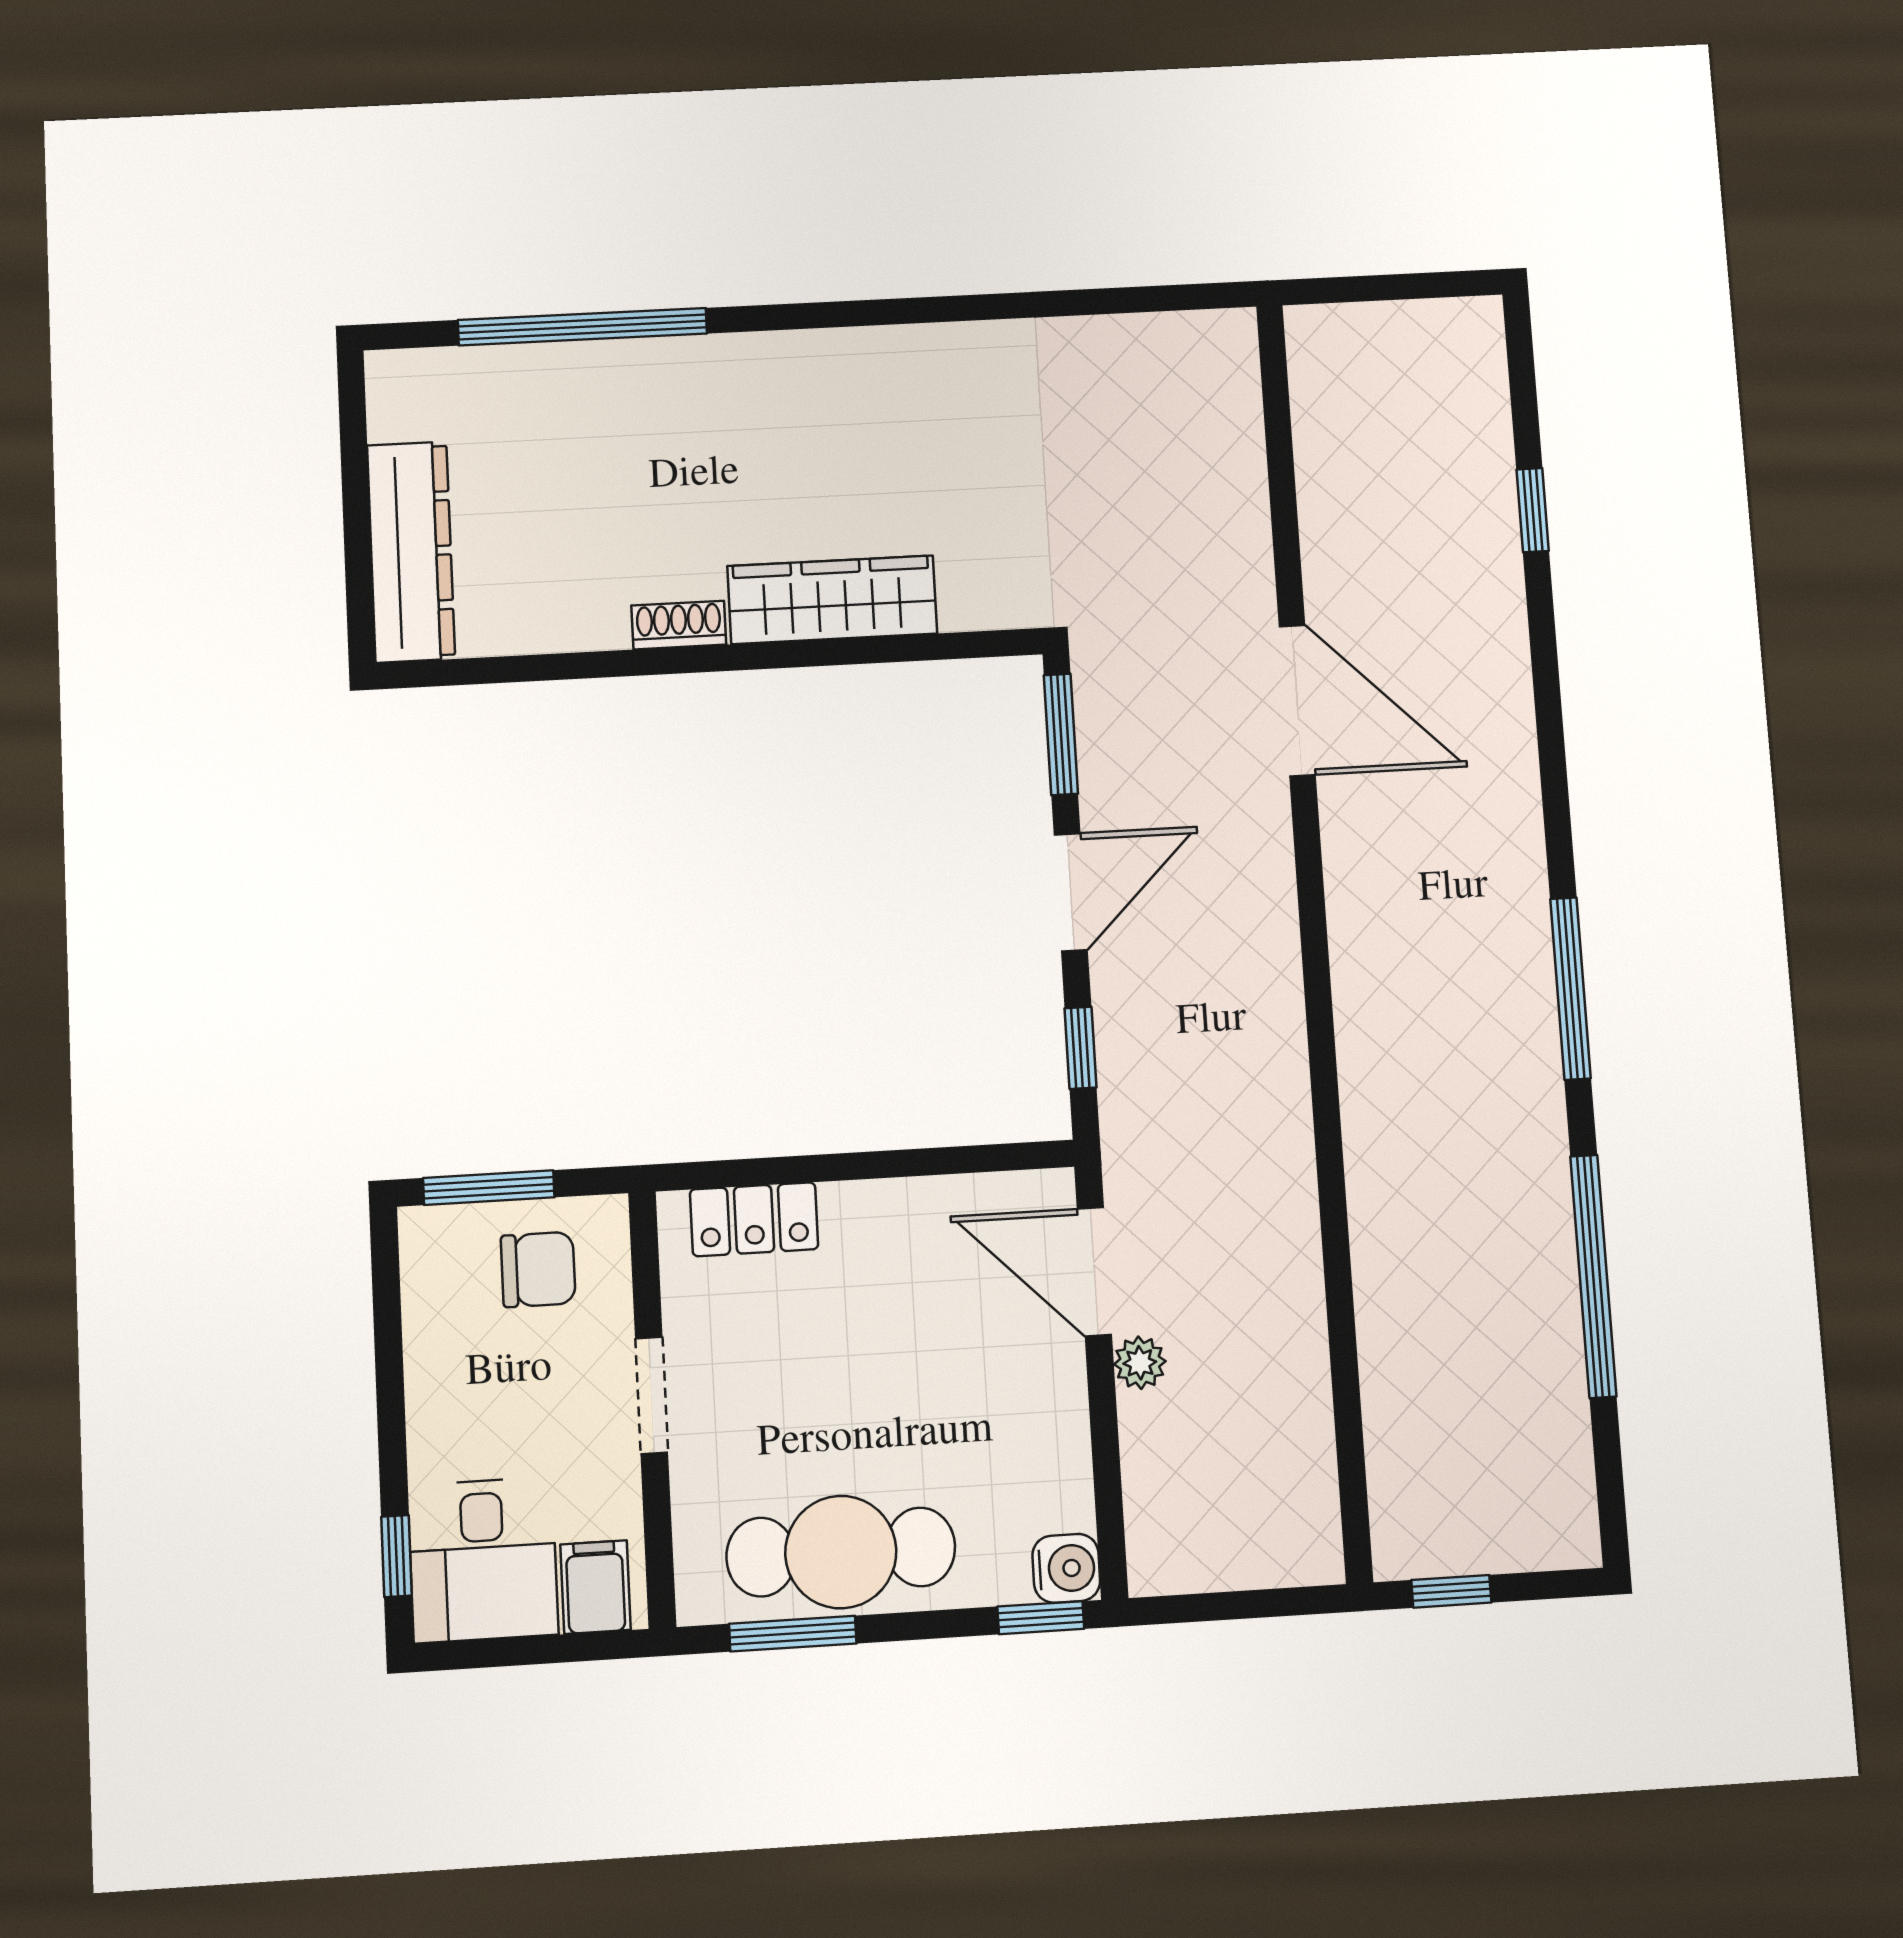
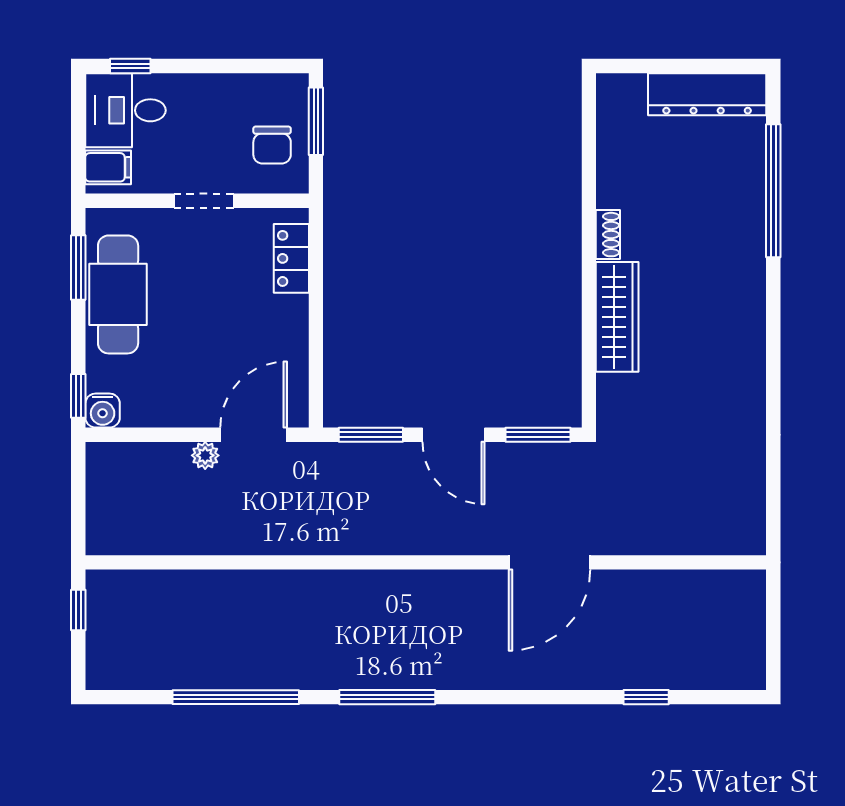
dresser: (411, 552) -> (707, 94), moved
window: (1080, 1048) -> (371, 435), width x1.50

